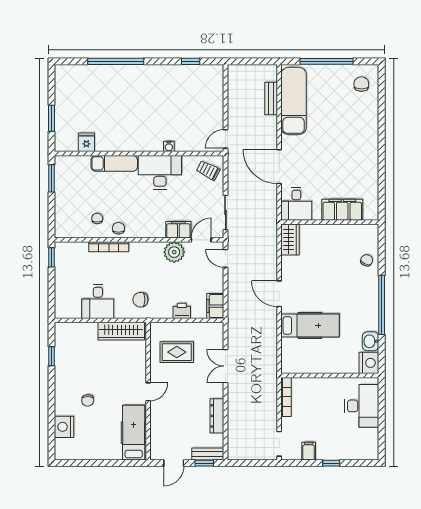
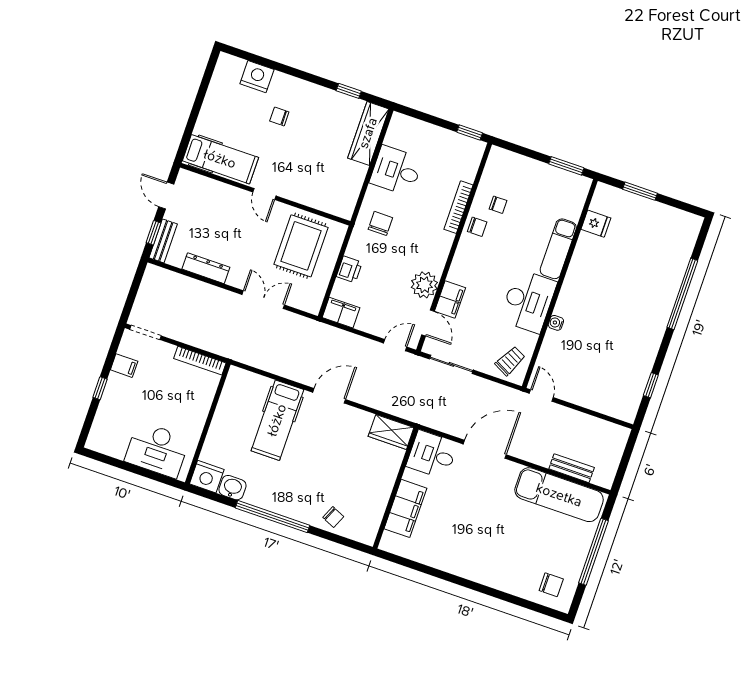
wardrobe: (121, 331) -> (368, 133), moved
rug: (177, 352) -> (301, 246), width x1.36, depth x1.43

